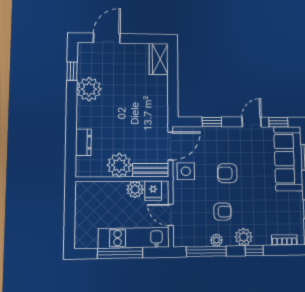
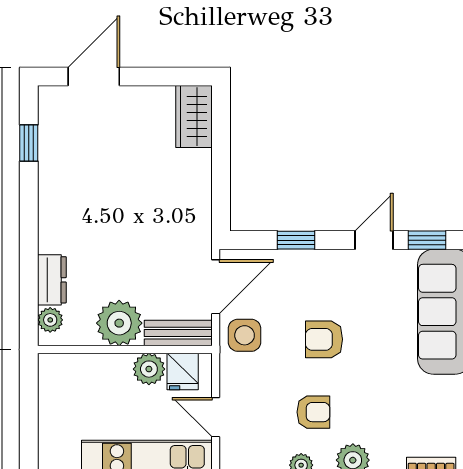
plant: (89, 89) -> (50, 320), moved, width x0.53, depth x0.53

